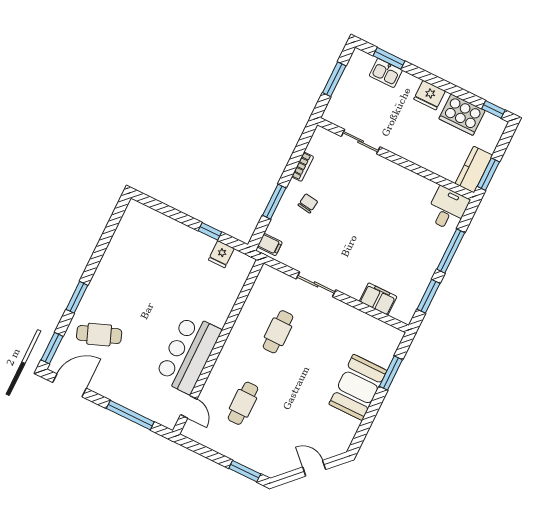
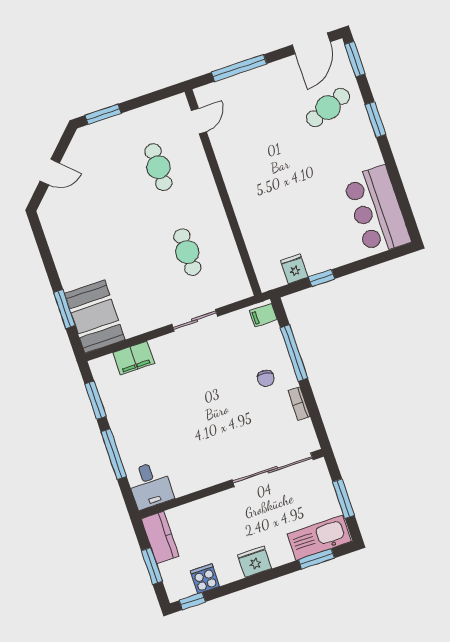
kitchen sink: (386, 73) -> (319, 538), width x1.87, depth x1.24
cooker: (462, 115) -> (205, 579), width x0.53, depth x0.76
sliding door: (361, 142) -> (273, 470), width x1.86
window: (488, 174) -> (152, 566), moved
window: (274, 202) -> (294, 353), width x1.44
bar counter: (188, 354) -> (377, 210), moved, turned 180
booth: (358, 387) -> (95, 317), moved
door: (189, 407) -> (199, 121), swing flipped

